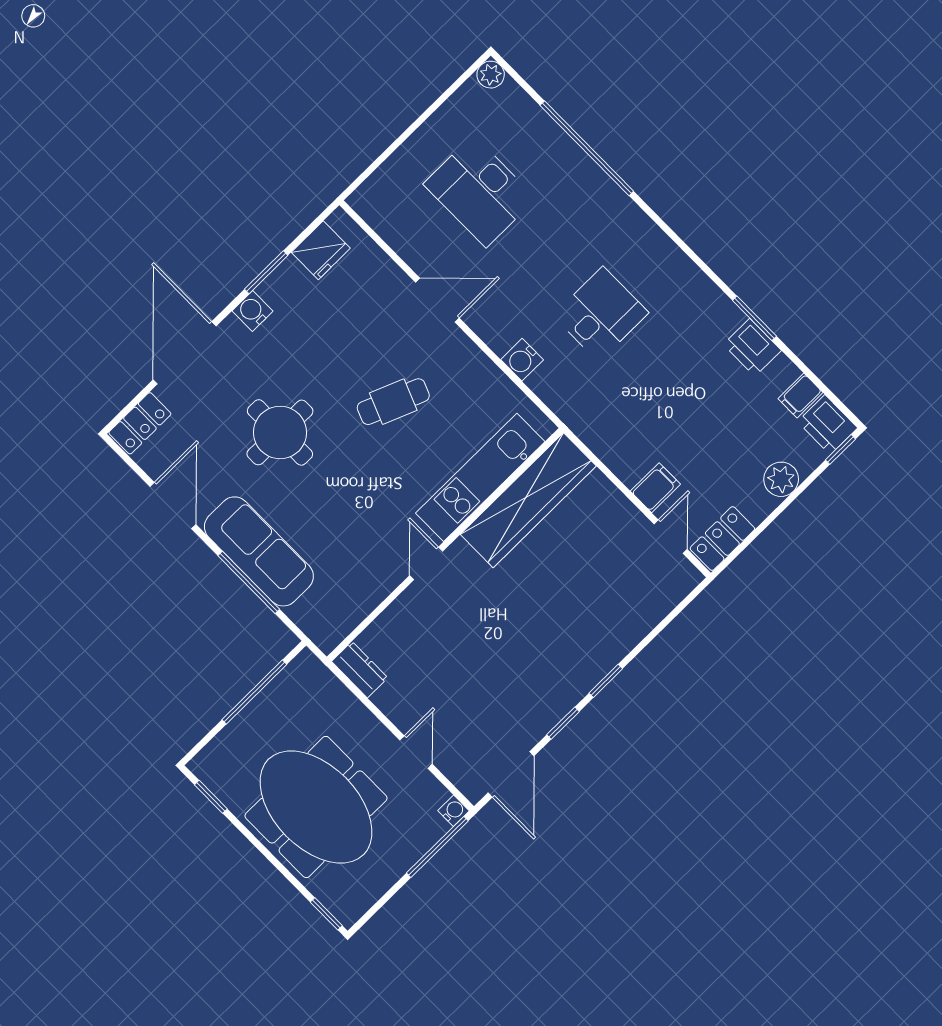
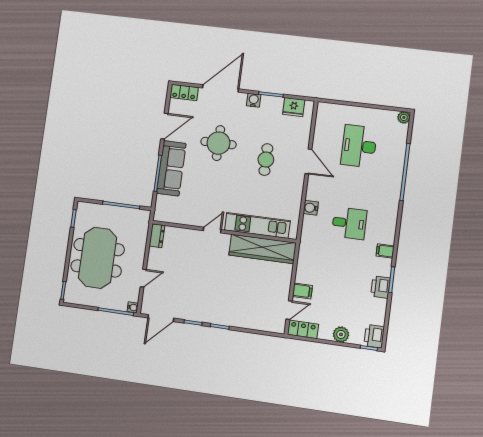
filing cabinet: (800, 396) -> (385, 251), moved
cafe table: (393, 402) -> (266, 160), moved, turned 68

